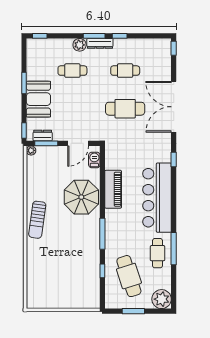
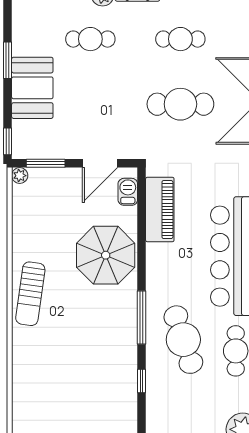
dresser: (43, 136) -> (40, 150), removed
piano: (113, 189) -> (160, 210), moved
cafe table: (129, 276) -> (183, 340), moved

